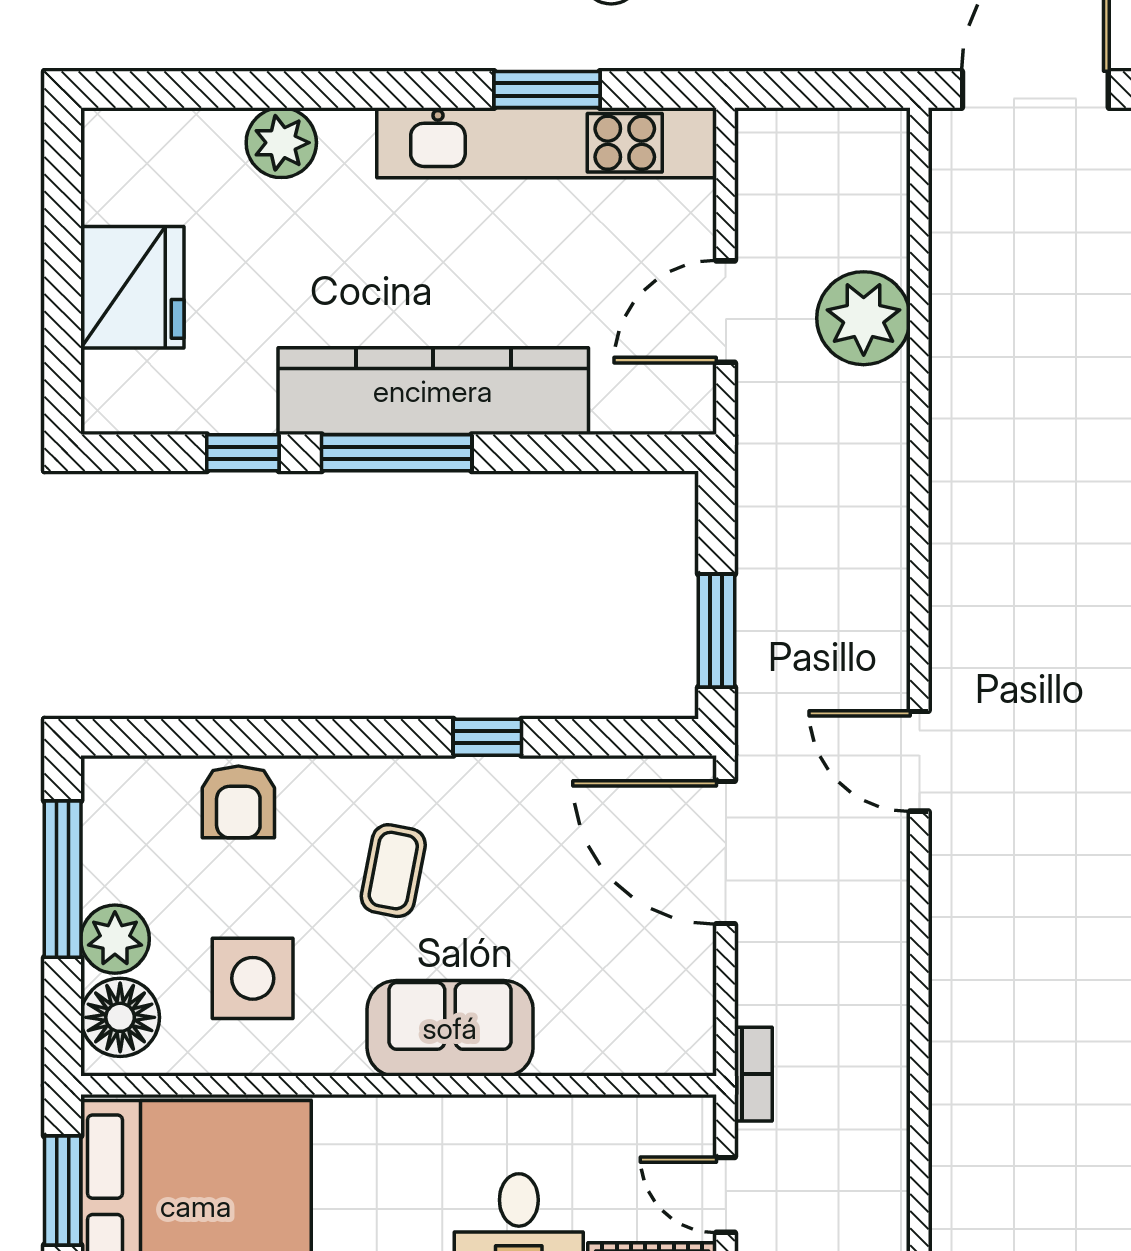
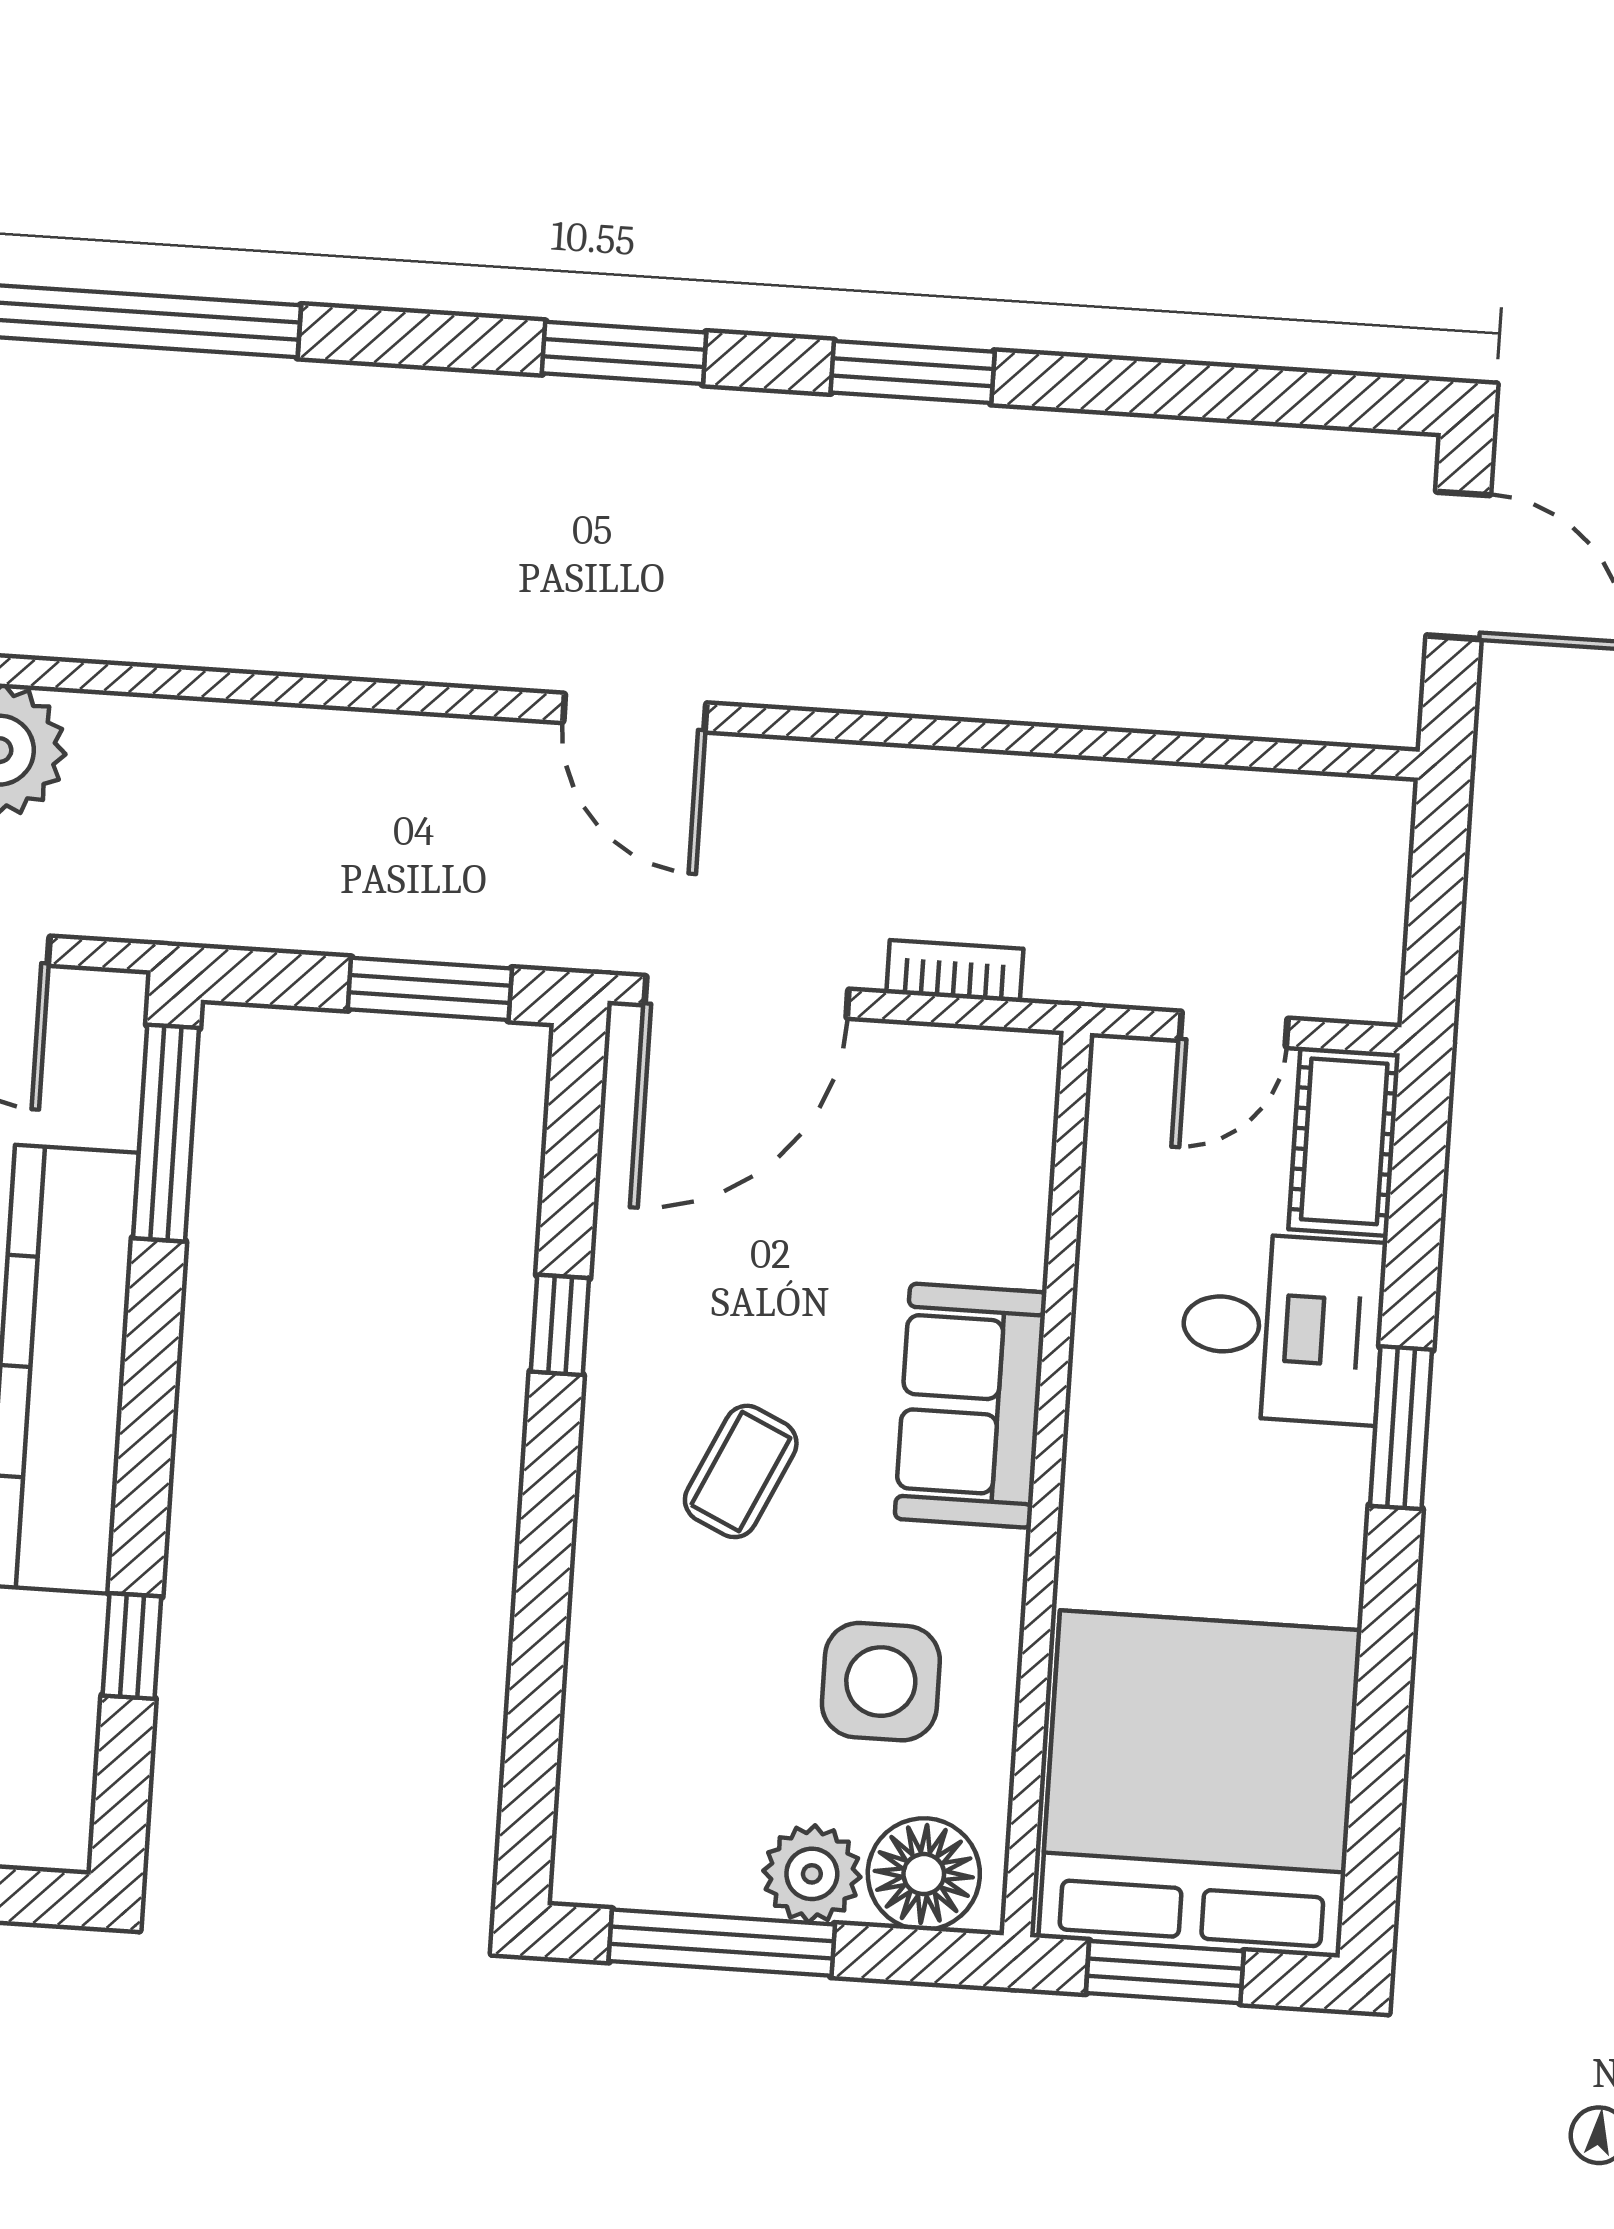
window: (397, 453) -> (166, 1133), moved
door: (919, 761) -> (635, 713), hinge flipped
armchair: (238, 802) -> (628, 1685), removed
coffee table: (393, 871) -> (741, 1471), turned -76
bookcase: (753, 1074) -> (955, 971), moved

